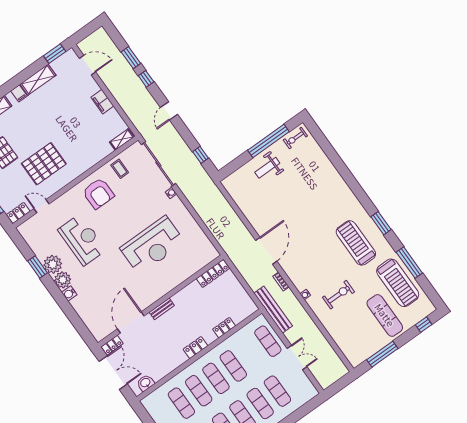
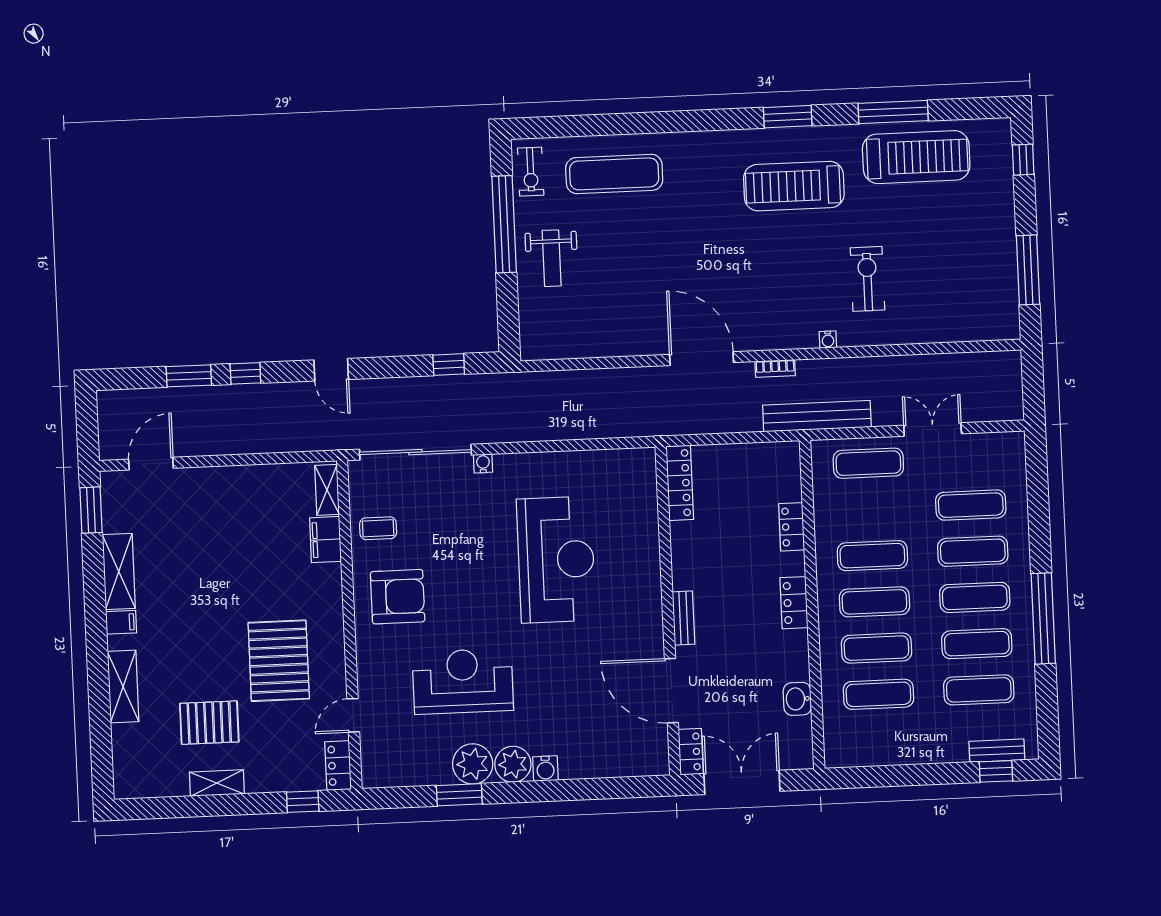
filing cabinet: (102, 102) -> (325, 540), moved, turned 90
exercise mat: (385, 315) -> (614, 174), moved
washbasin: (145, 383) -> (797, 699), moved

